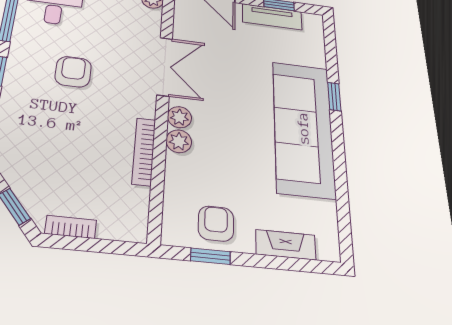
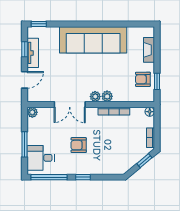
double door: (165, 66) -> (70, 104), swing flipped
window: (334, 97) -> (39, 24), moved
floor lamp: (136, 232) -> (150, 112), added

